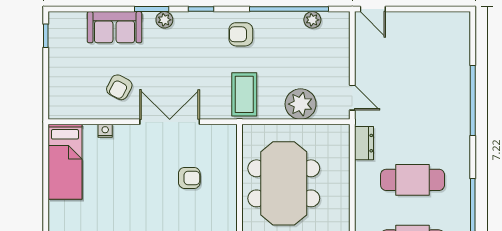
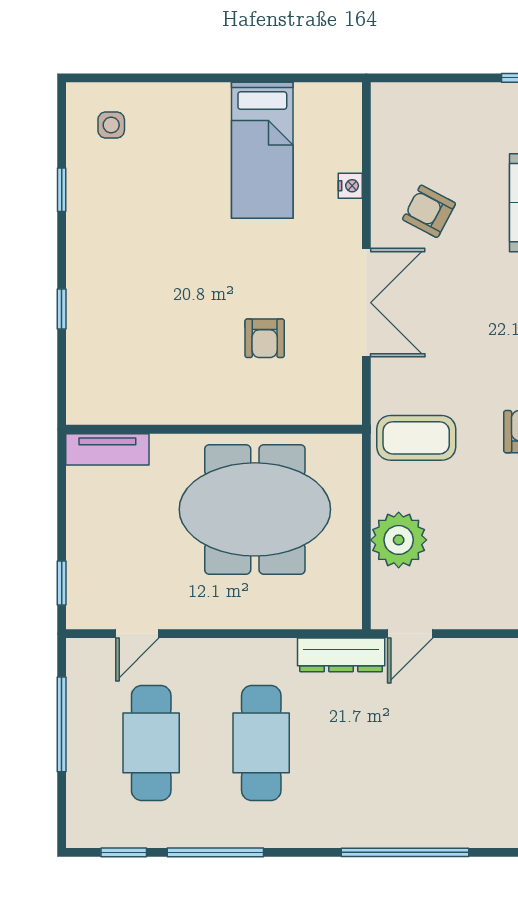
dresser: (364, 143) -> (341, 655), width x1.44
bed: (65, 162) -> (262, 150), moved, turned -90

